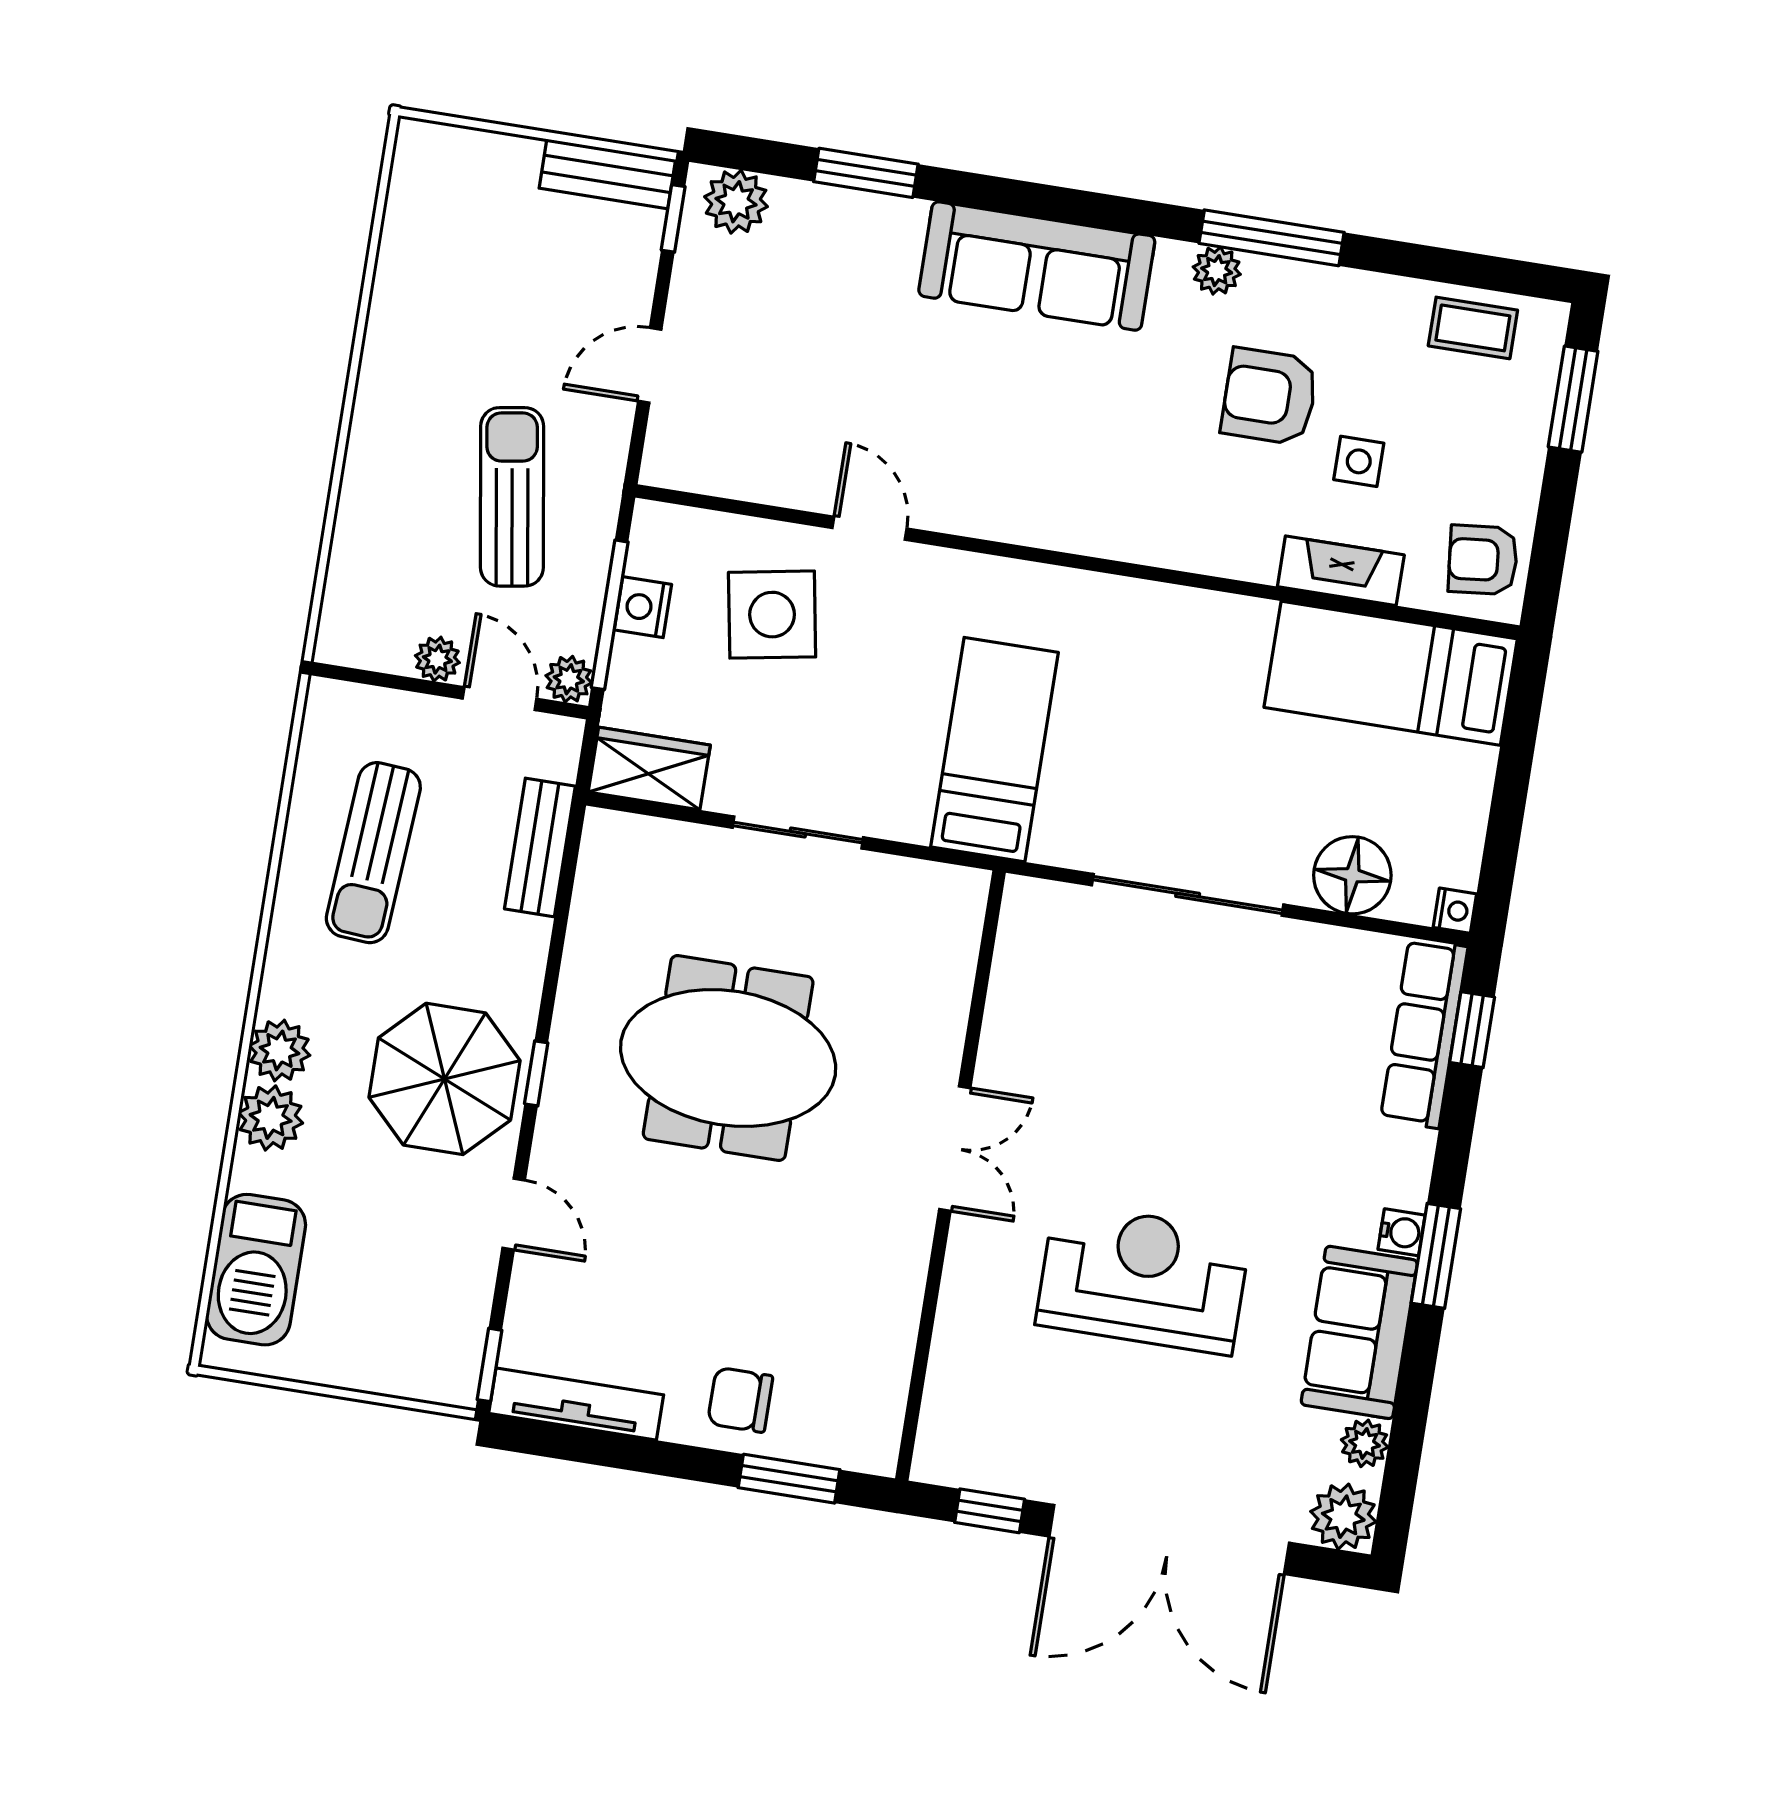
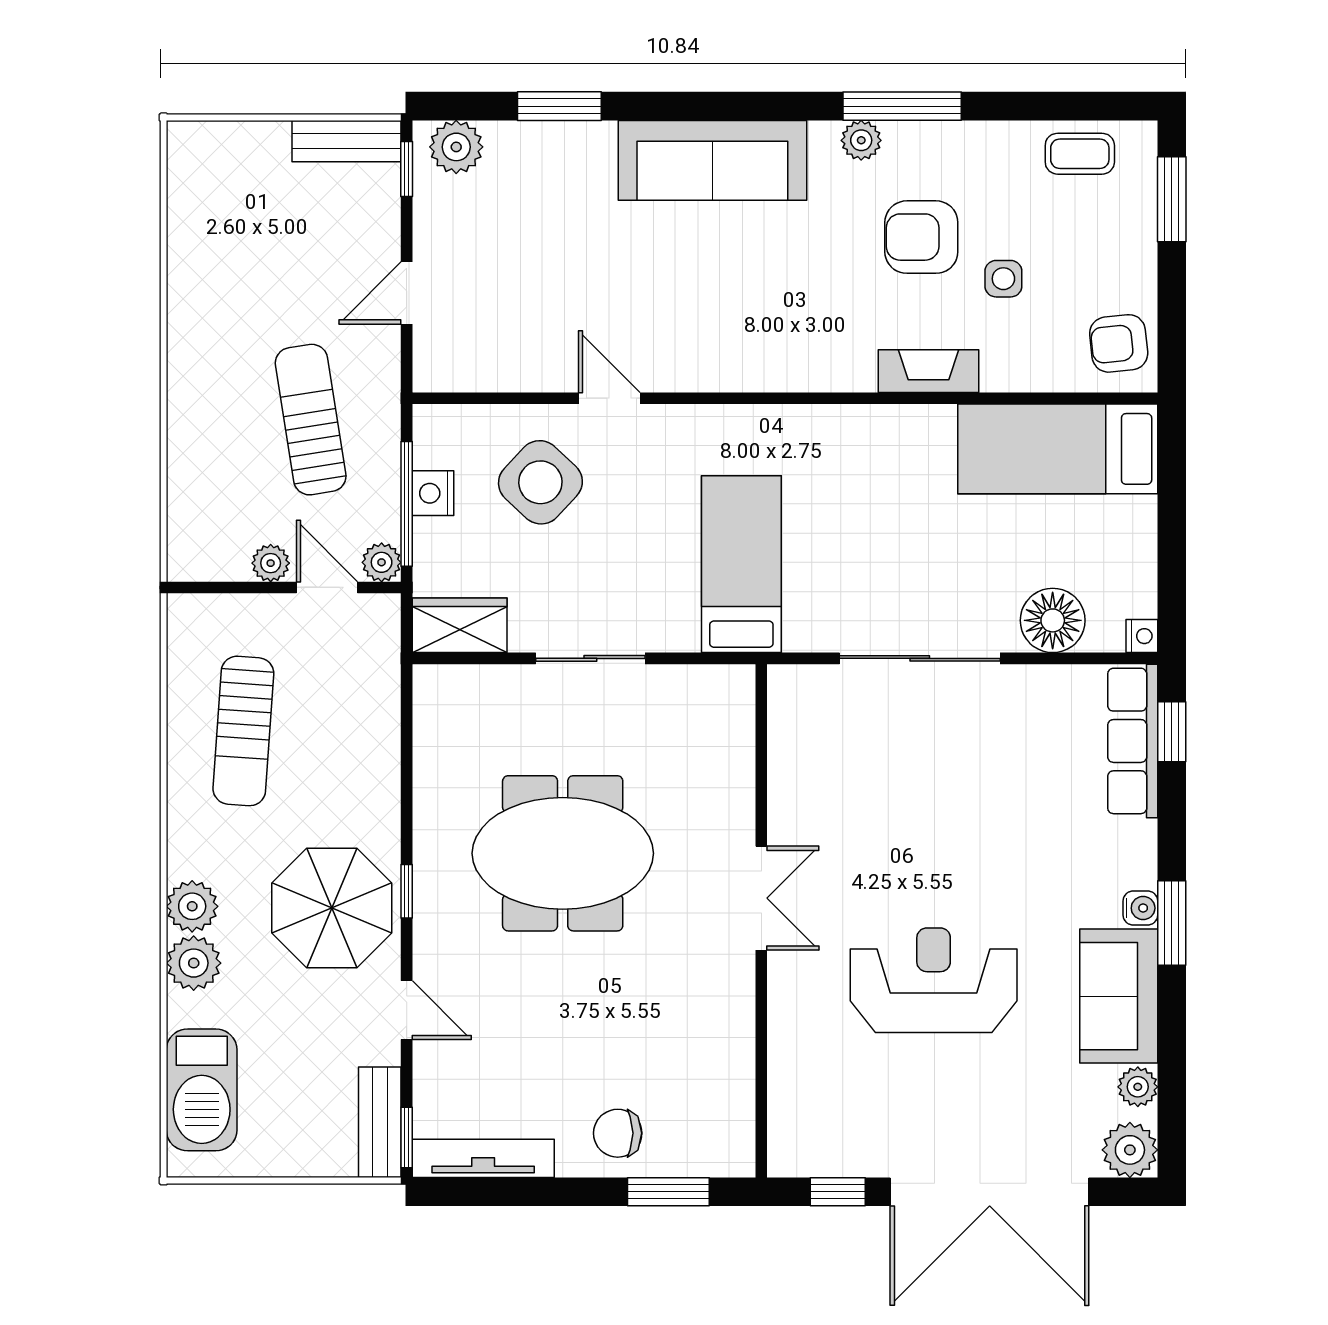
fireplace: (1341, 571) -> (929, 371), moved
side table: (772, 615) -> (540, 482), turned -37
bench: (540, 848) -> (380, 1122), moved

